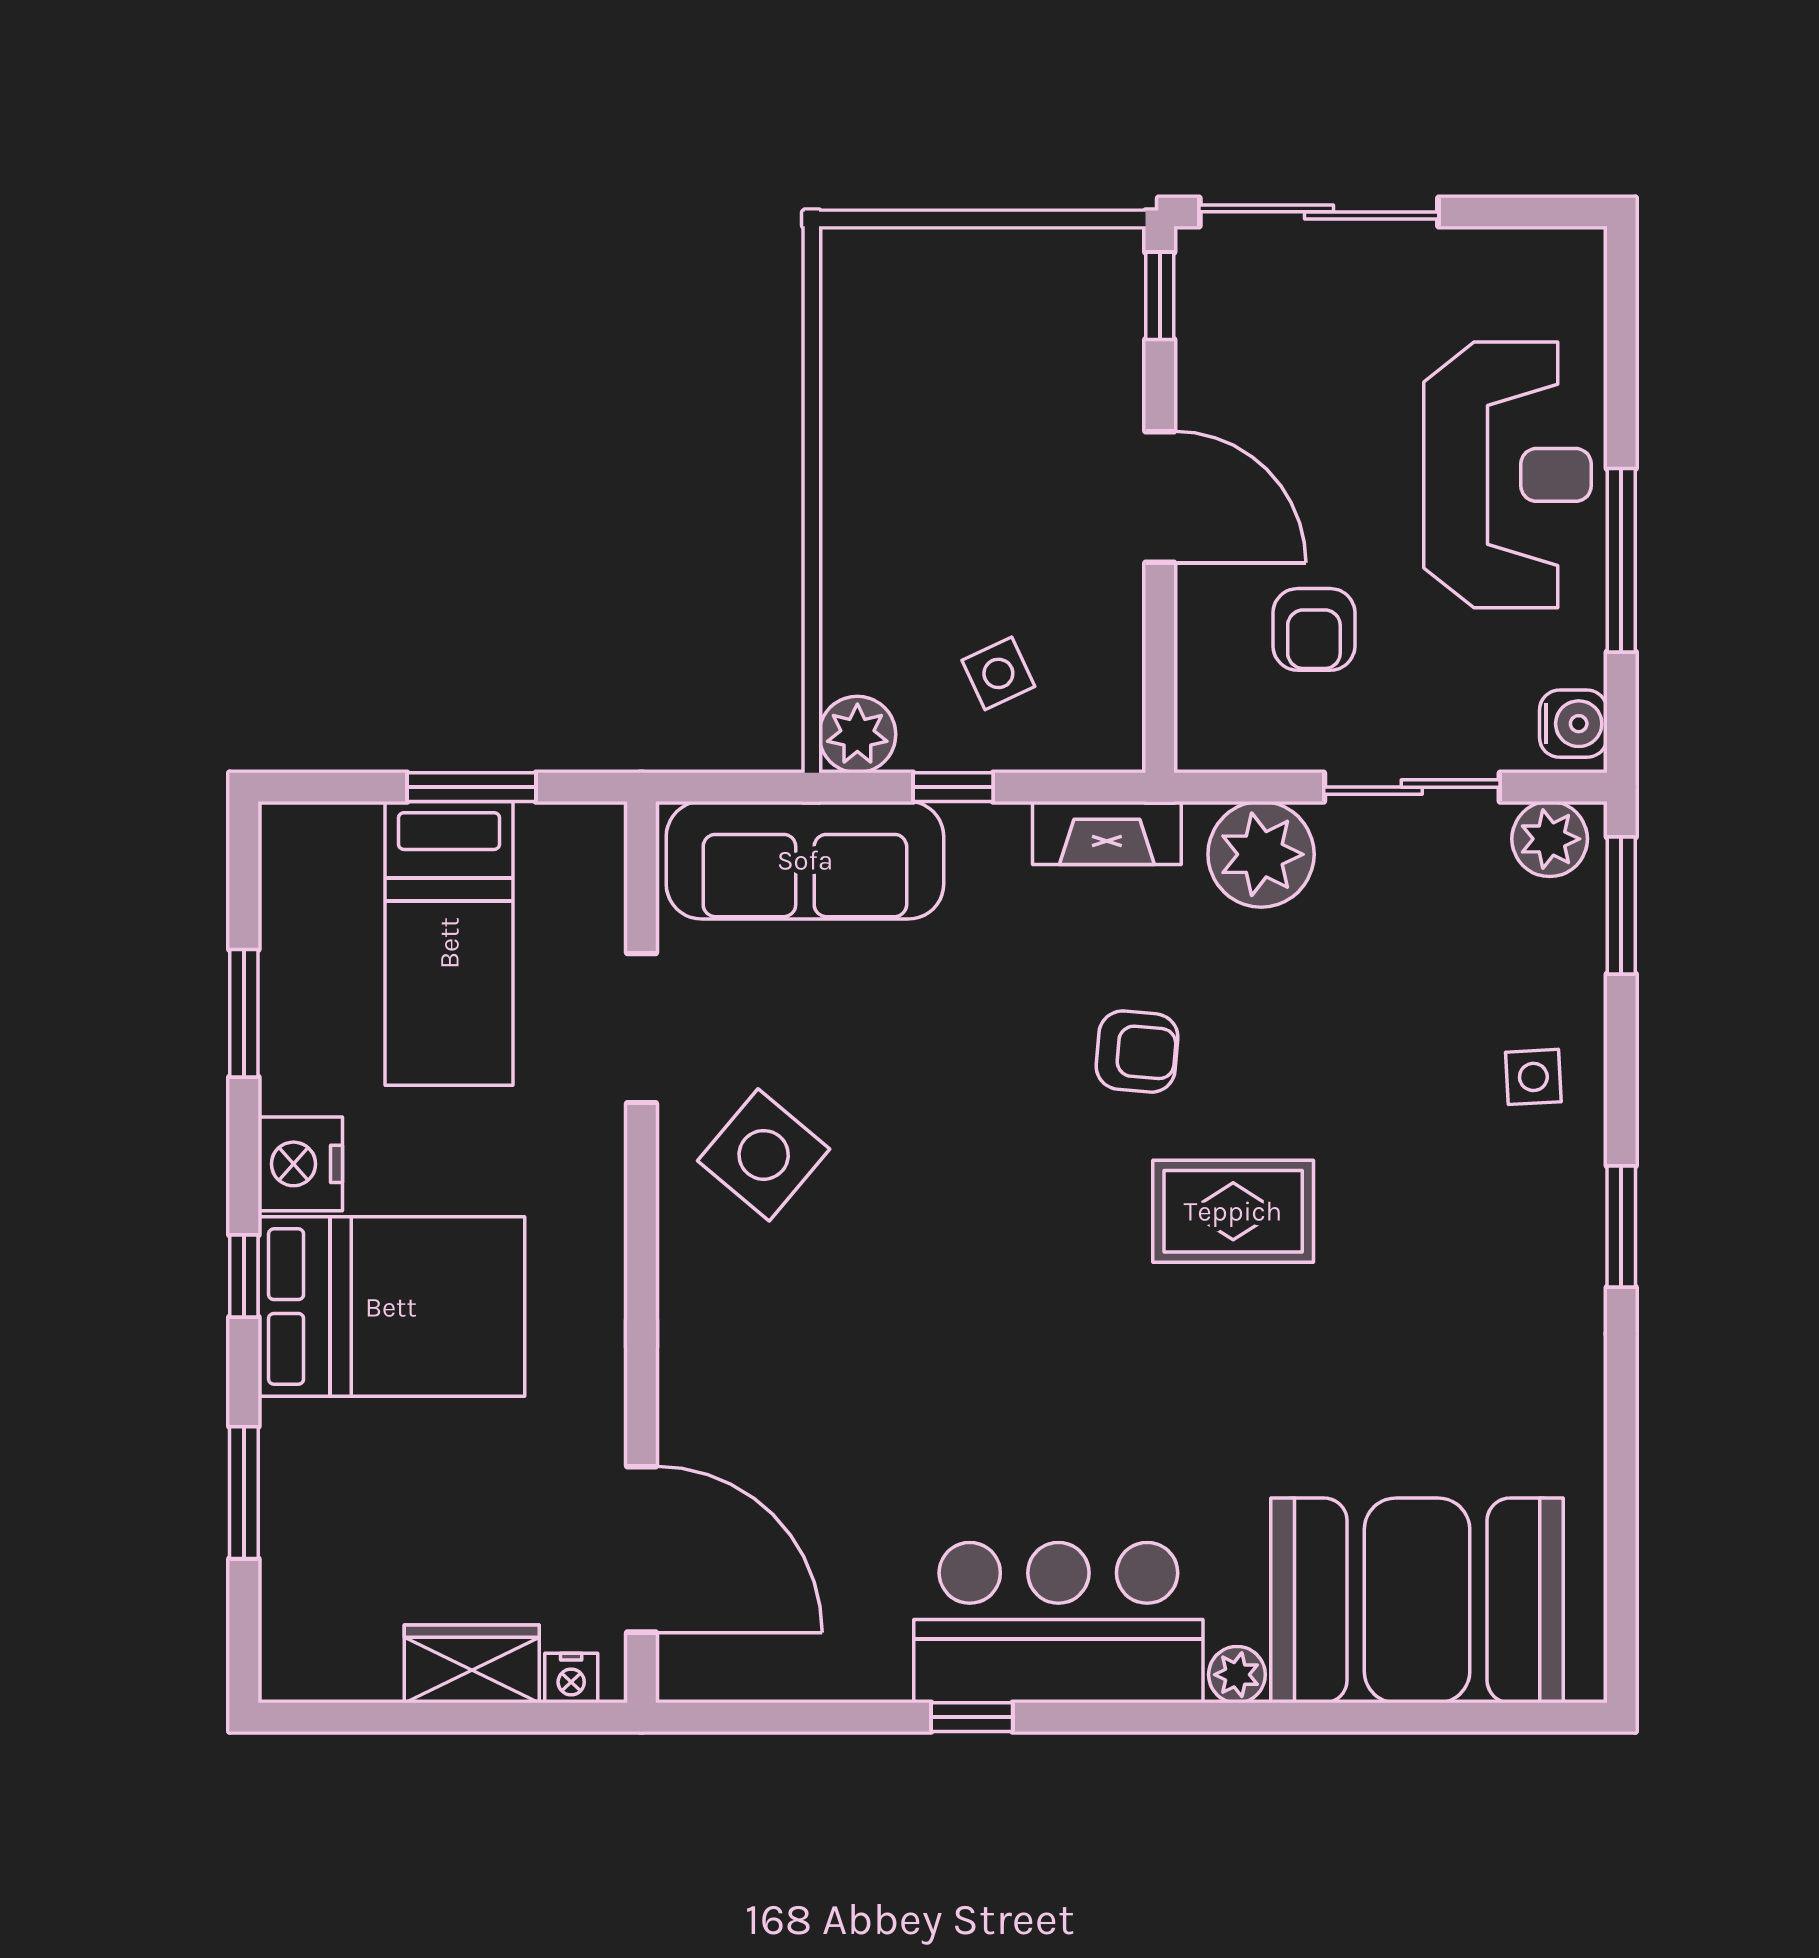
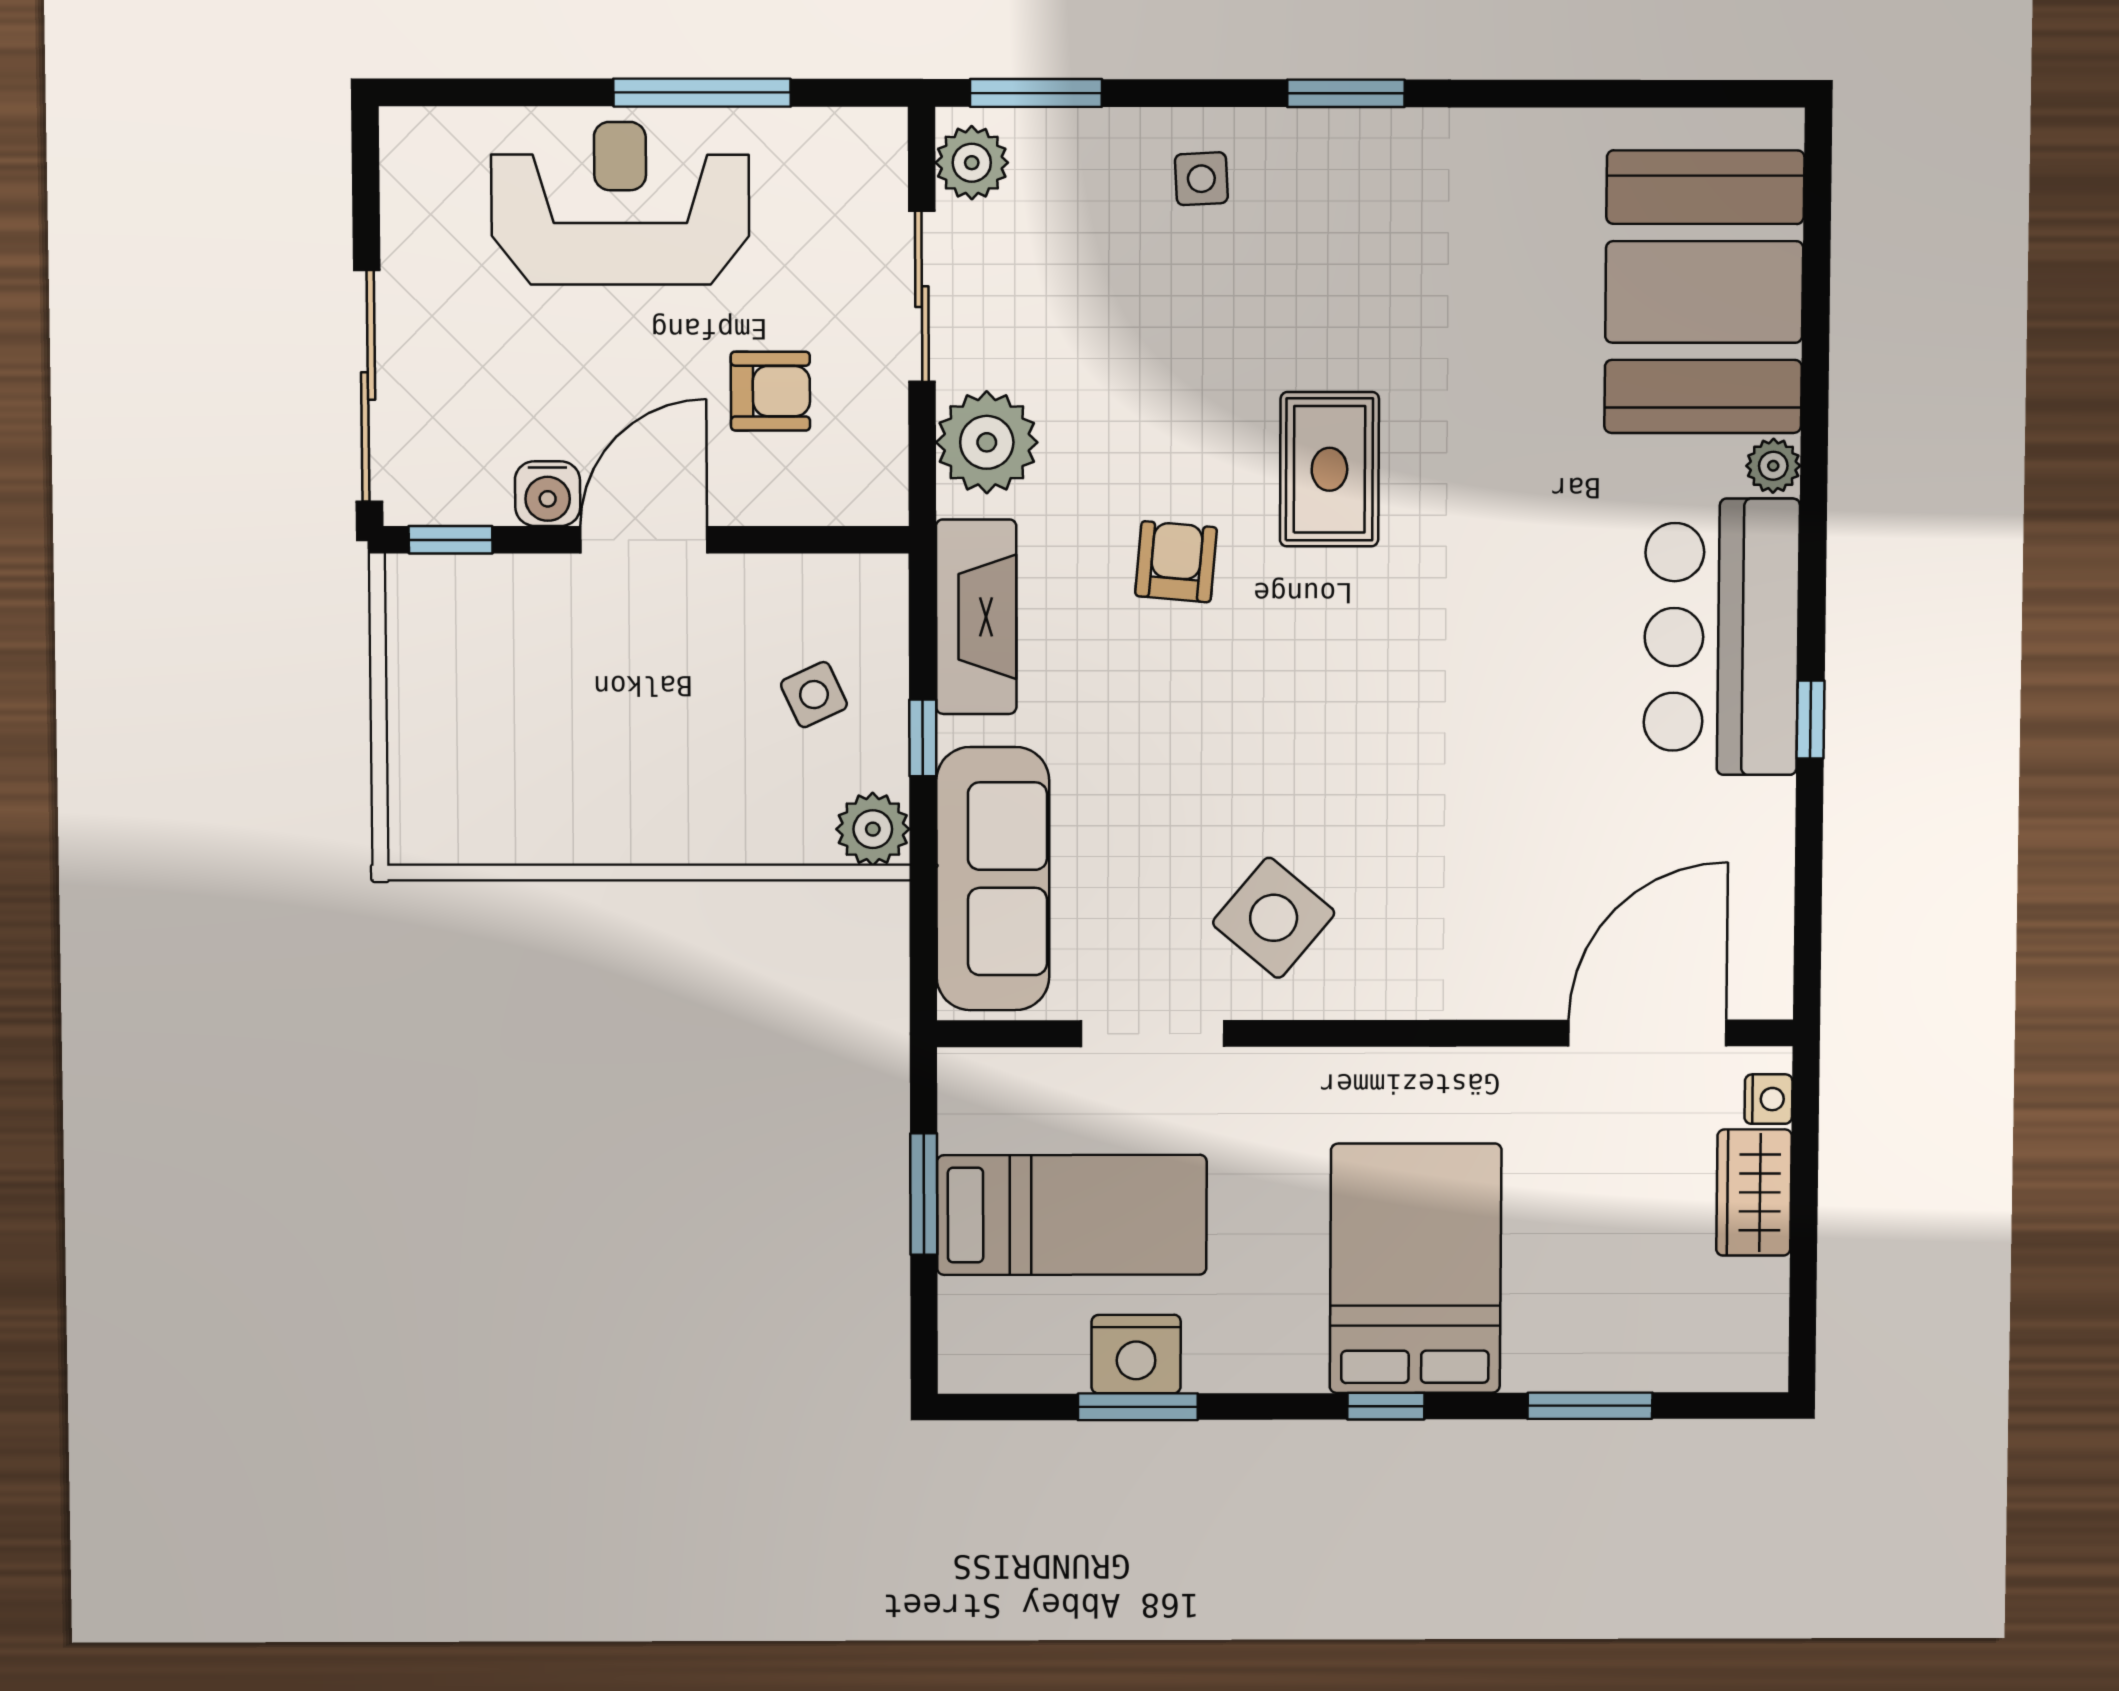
water cooler: (1573, 724) -> (548, 494), moved, turned 180
fireplace: (1107, 833) -> (976, 617), width x1.37, depth x1.32
nightstand: (300, 1164) -> (1136, 1354), moved

